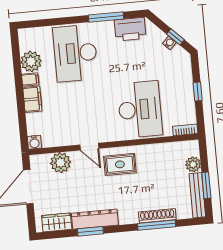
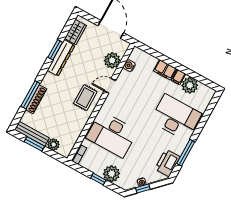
plant: (182, 81) -> (112, 174), added
water cooler: (34, 142) -> (129, 66), moved

